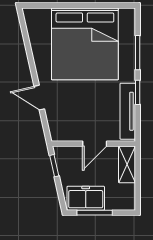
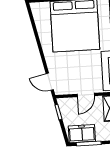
door: (39, 98) -> (50, 82), moved

